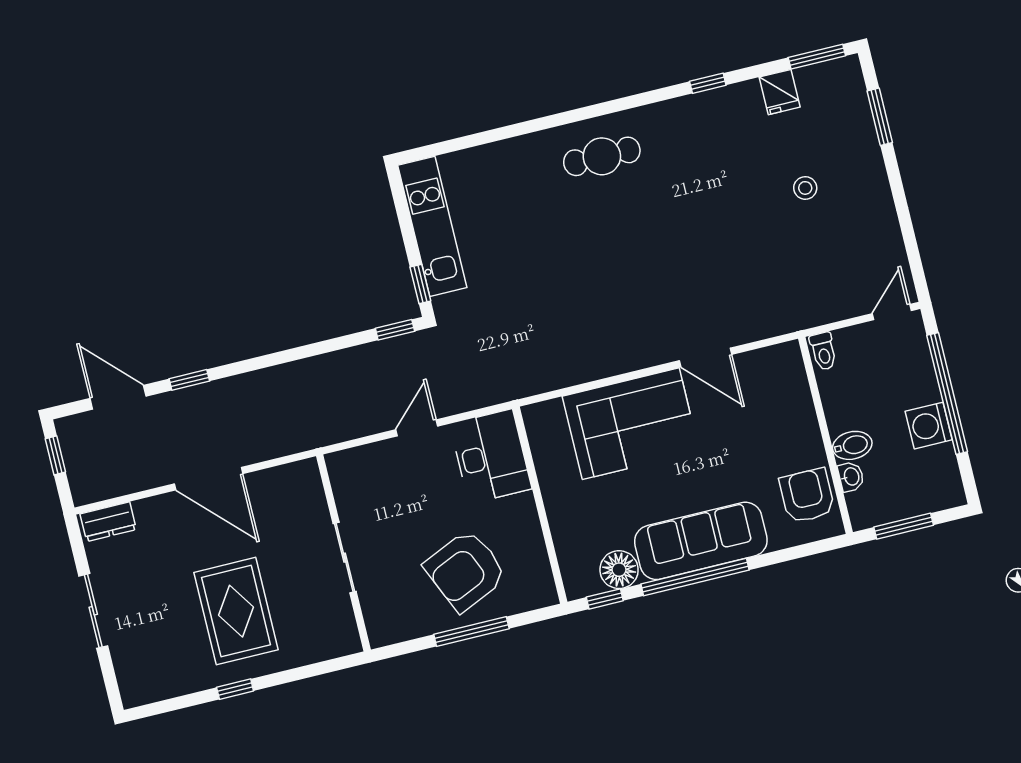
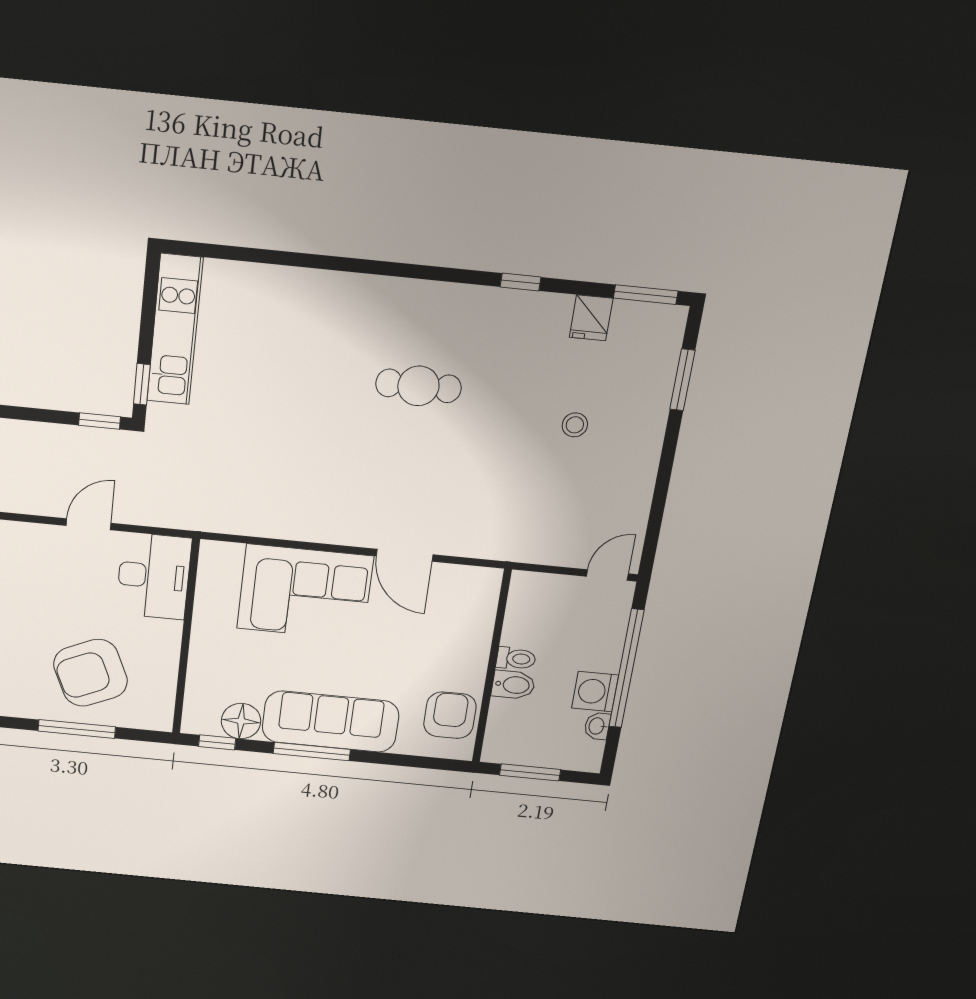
cafe table: (602, 156) -> (418, 386), moved
toilet: (823, 351) -> (516, 659), moved, turned -90
washbasin: (851, 477) -> (597, 726), moved, turned 180
window: (695, 577) -> (312, 751), width x0.68

